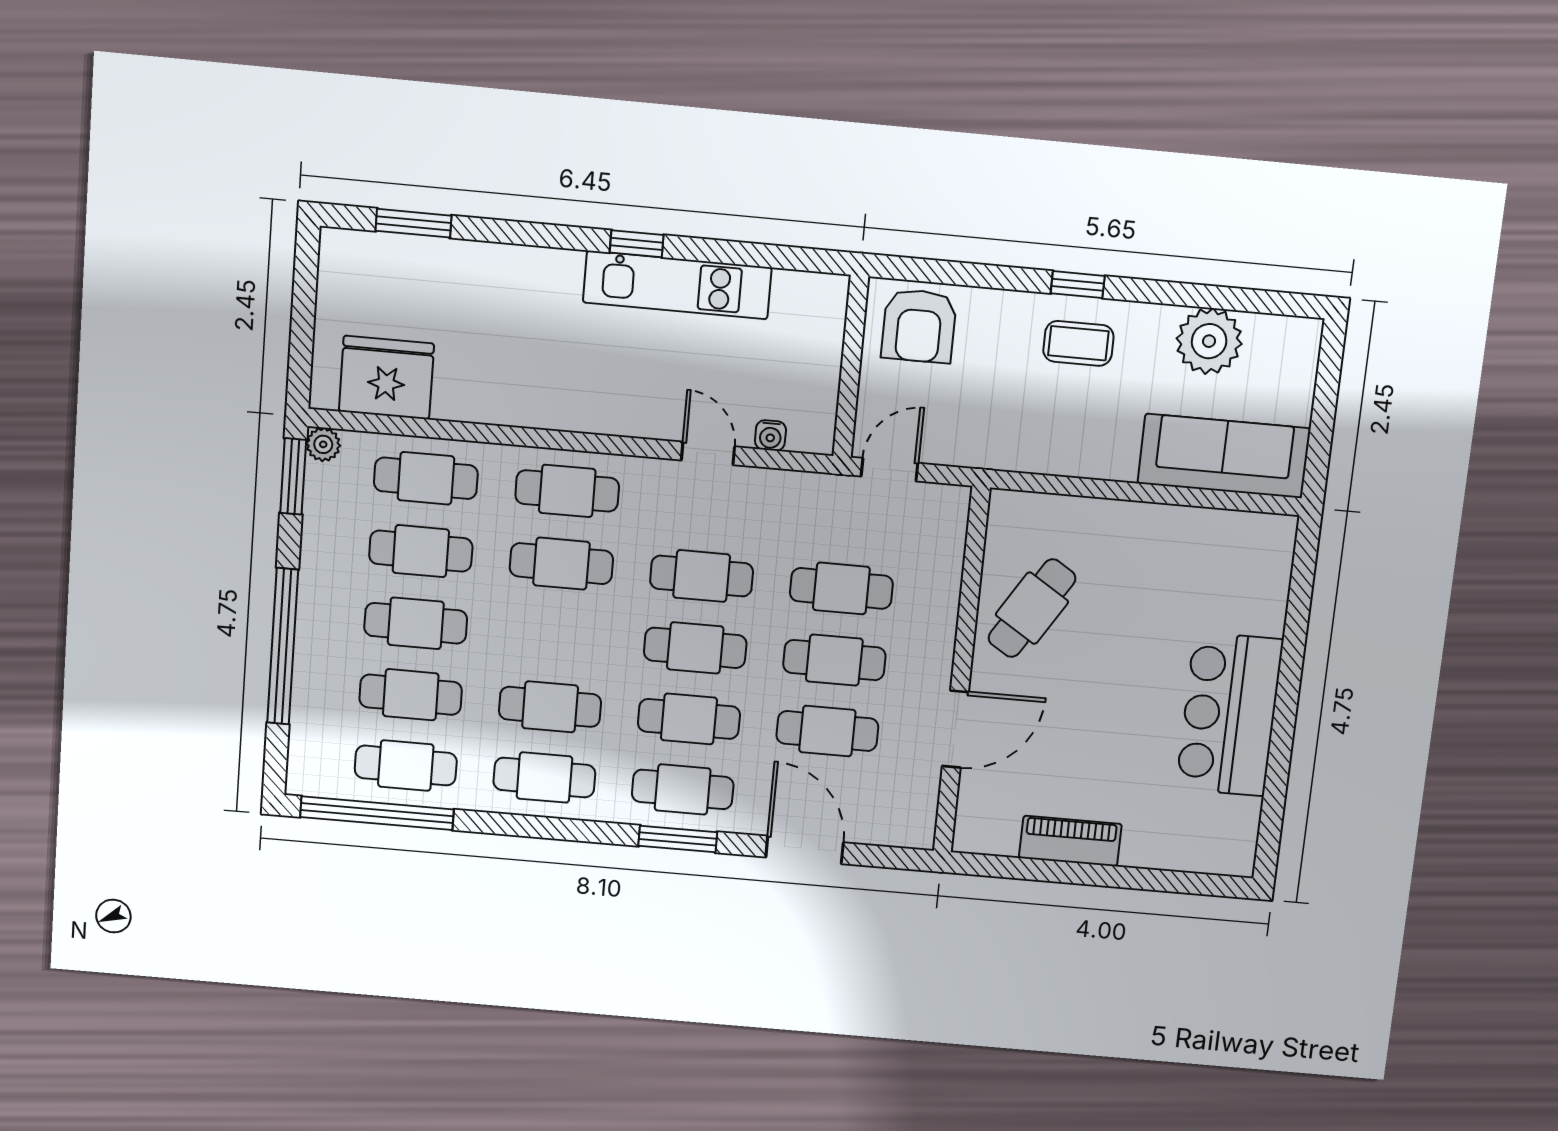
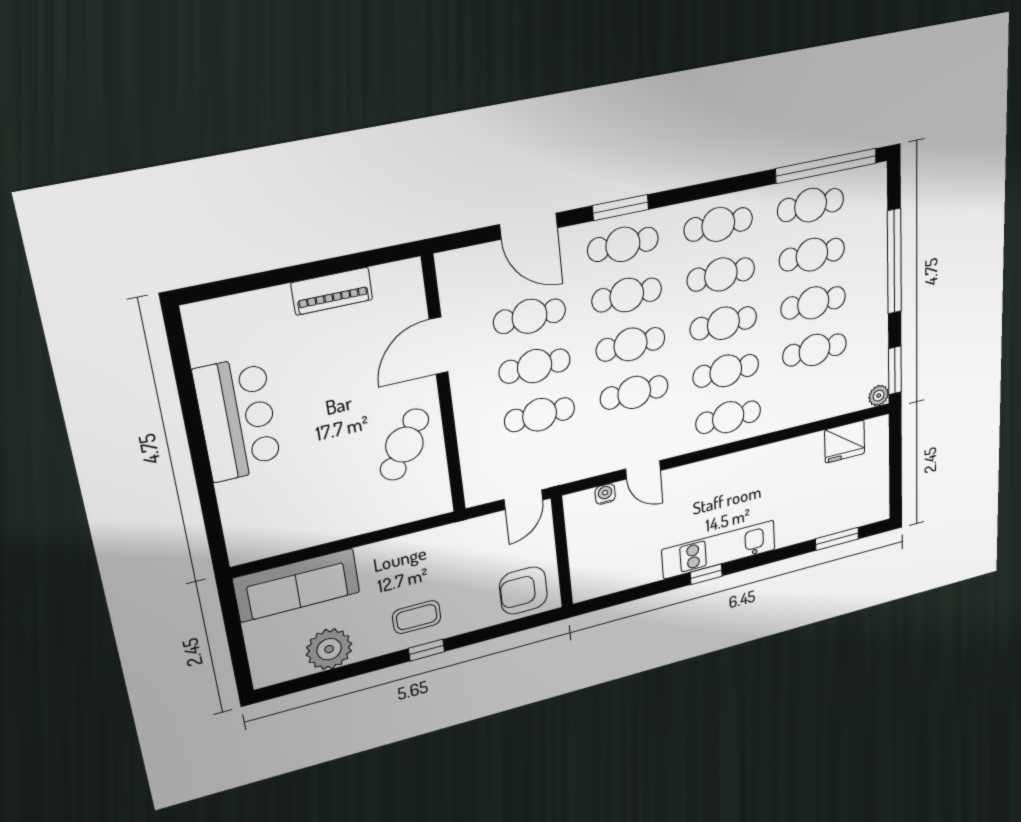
kitchen unit: (677, 285) -> (719, 550), moved
armchair: (919, 326) -> (523, 591), turned -90
fridge: (386, 377) -> (845, 442), width x0.73, depth x0.75
cafe table: (426, 478) -> (723, 323), moved

